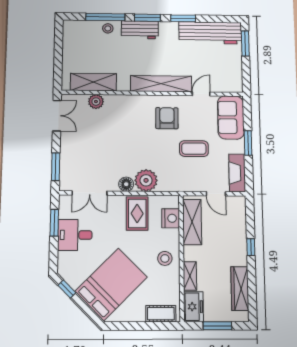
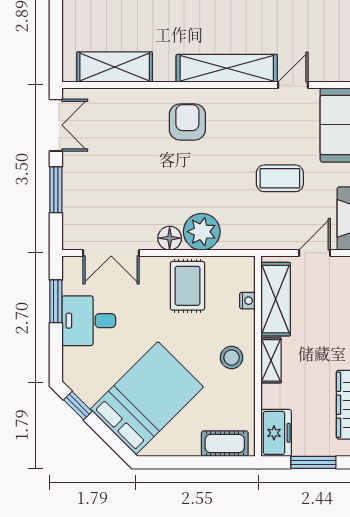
plant: (96, 102) -> (119, 100), removed
armchair: (167, 118) -> (187, 122), moved
window: (56, 167) -> (56, 190), moved
door: (216, 194) -> (315, 253), swing flipped
nightstand: (171, 218) -> (247, 301), width x0.53, depth x0.56
shelving: (190, 276) -> (271, 360), moved

